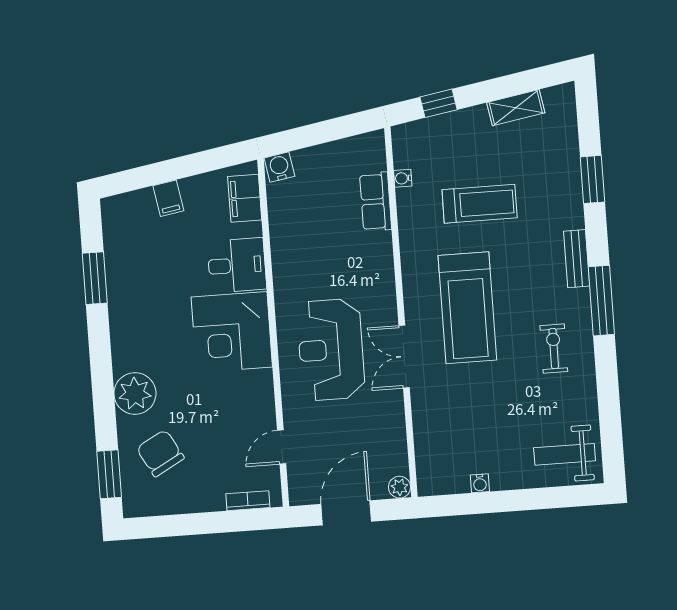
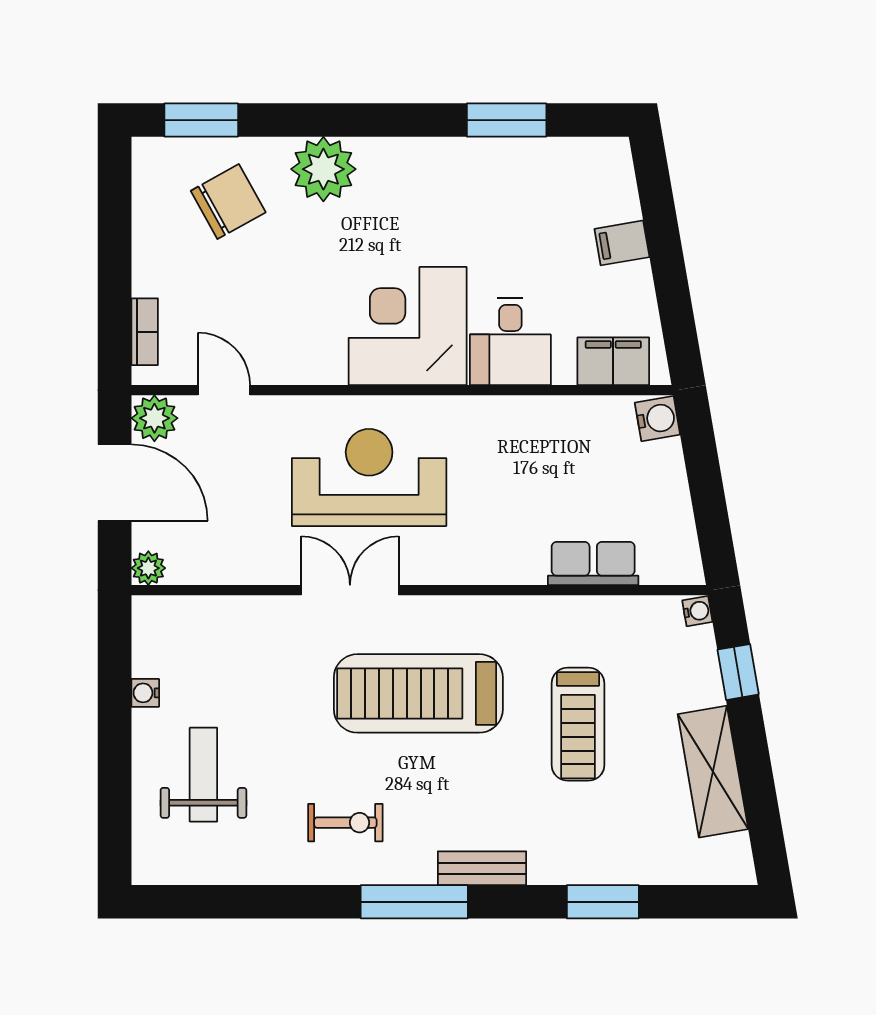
shelving: (516, 108) -> (713, 772), width x1.50, depth x1.33
water cooler: (403, 178) -> (697, 611), moved, turned 80
weight bench: (565, 454) -> (203, 775), moved
plant: (303, 490) -> (154, 418), added

